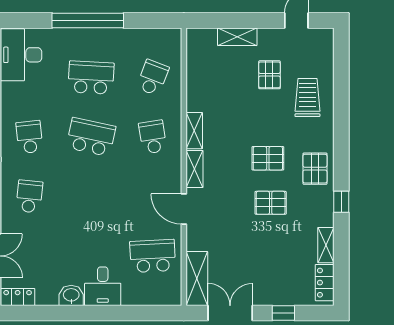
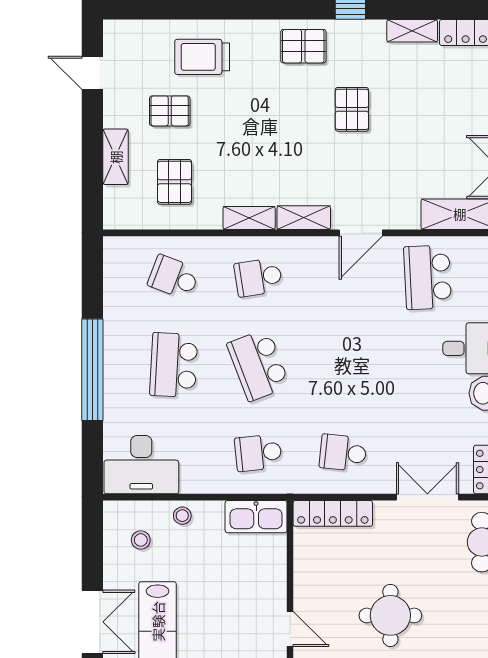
school desk: (91, 137) -> (258, 365), turned -33
pallet: (268, 158) -> (174, 182), moved

